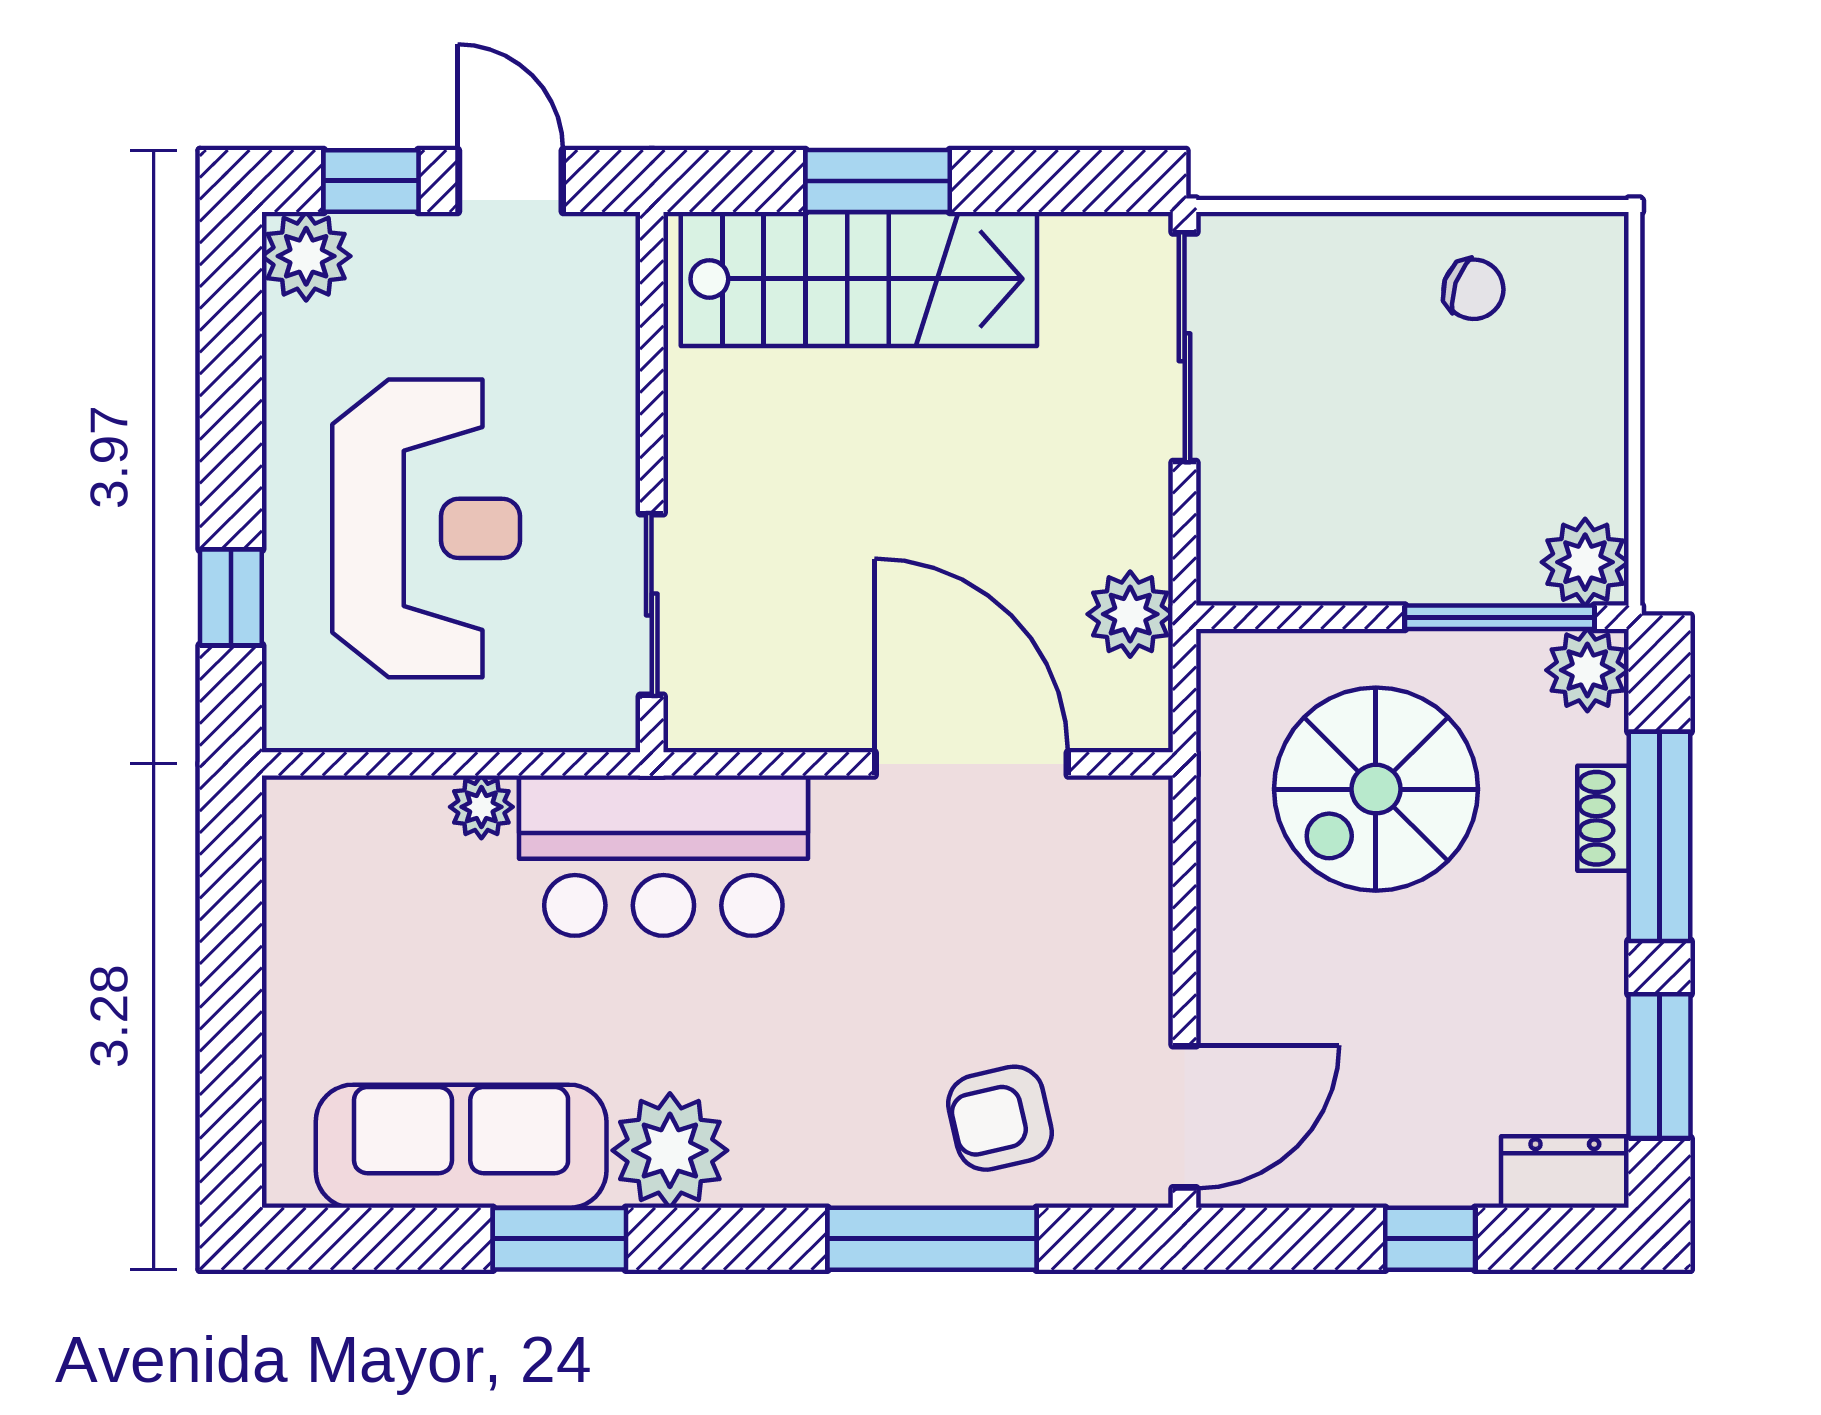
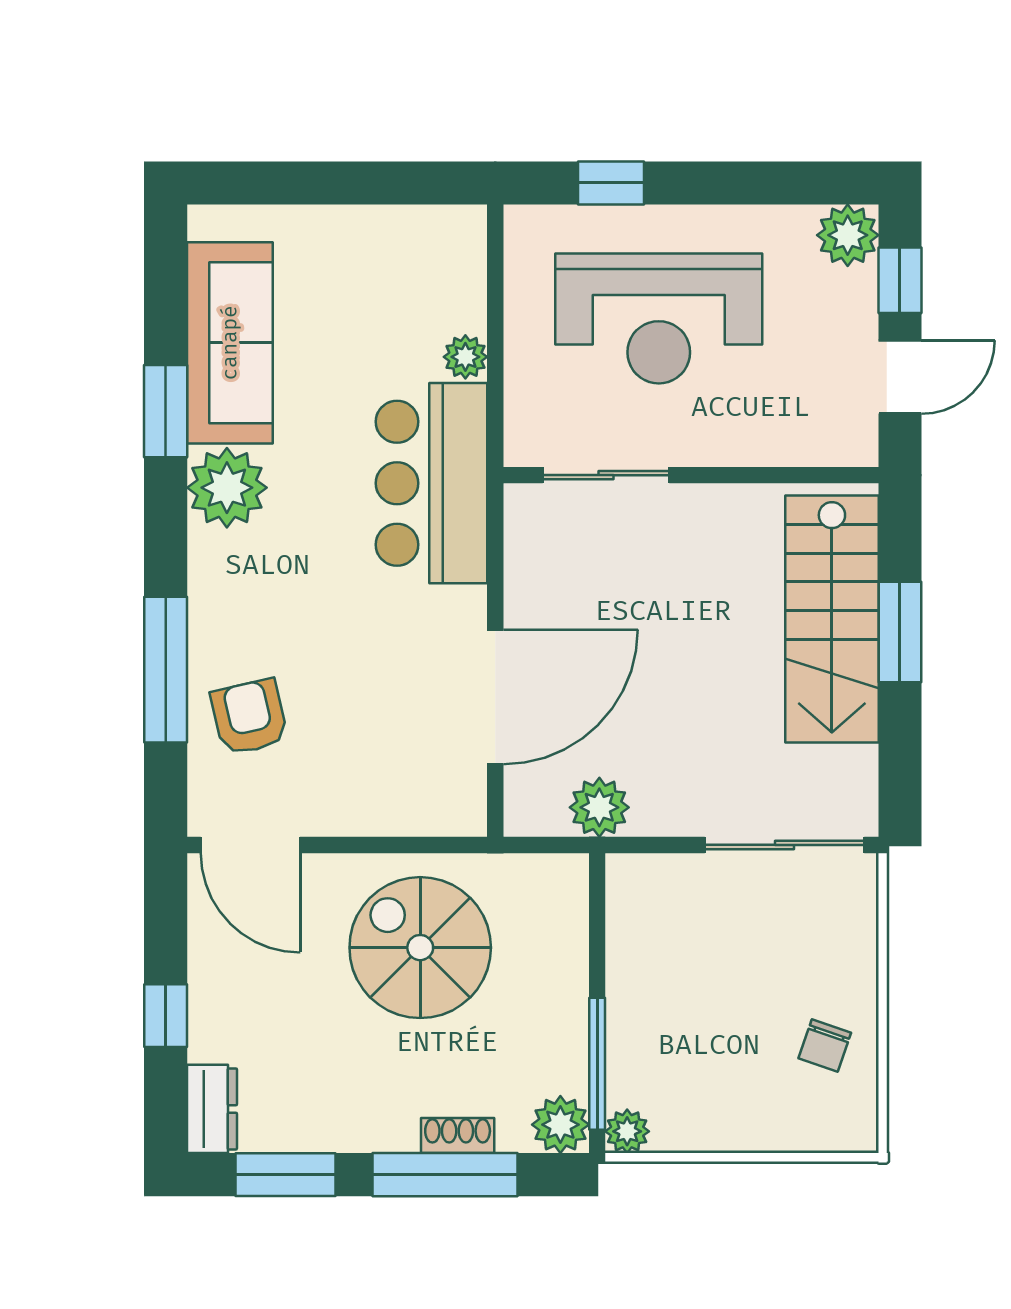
plant: (1585, 562) -> (627, 1131), width x0.73, depth x0.73
spiral stairs: (1376, 789) -> (420, 948), moved

